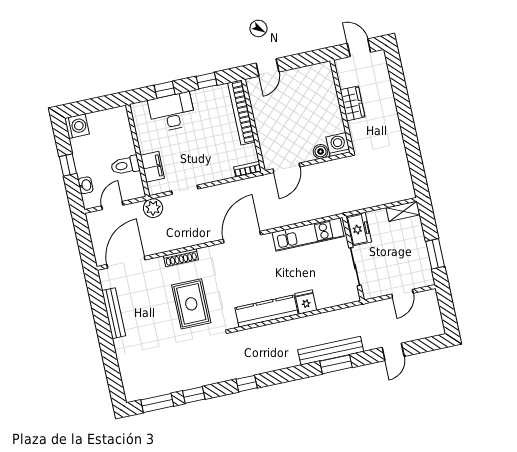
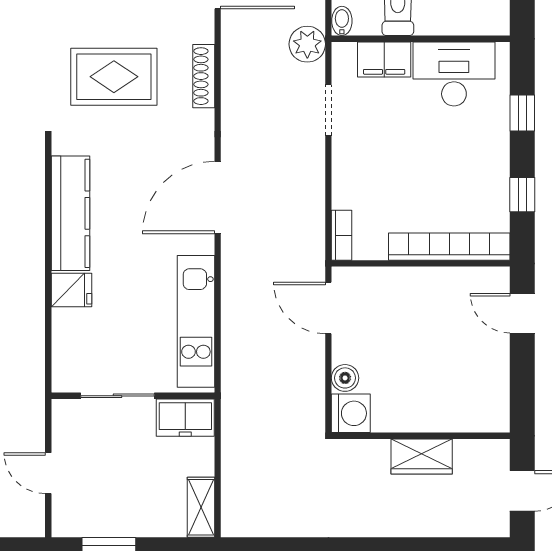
desk: (172, 112) -> (454, 74), moved, turned -90
bidet: (137, 193) -> (342, 21), added
door: (242, 237) -> (218, 198), swing flipped

